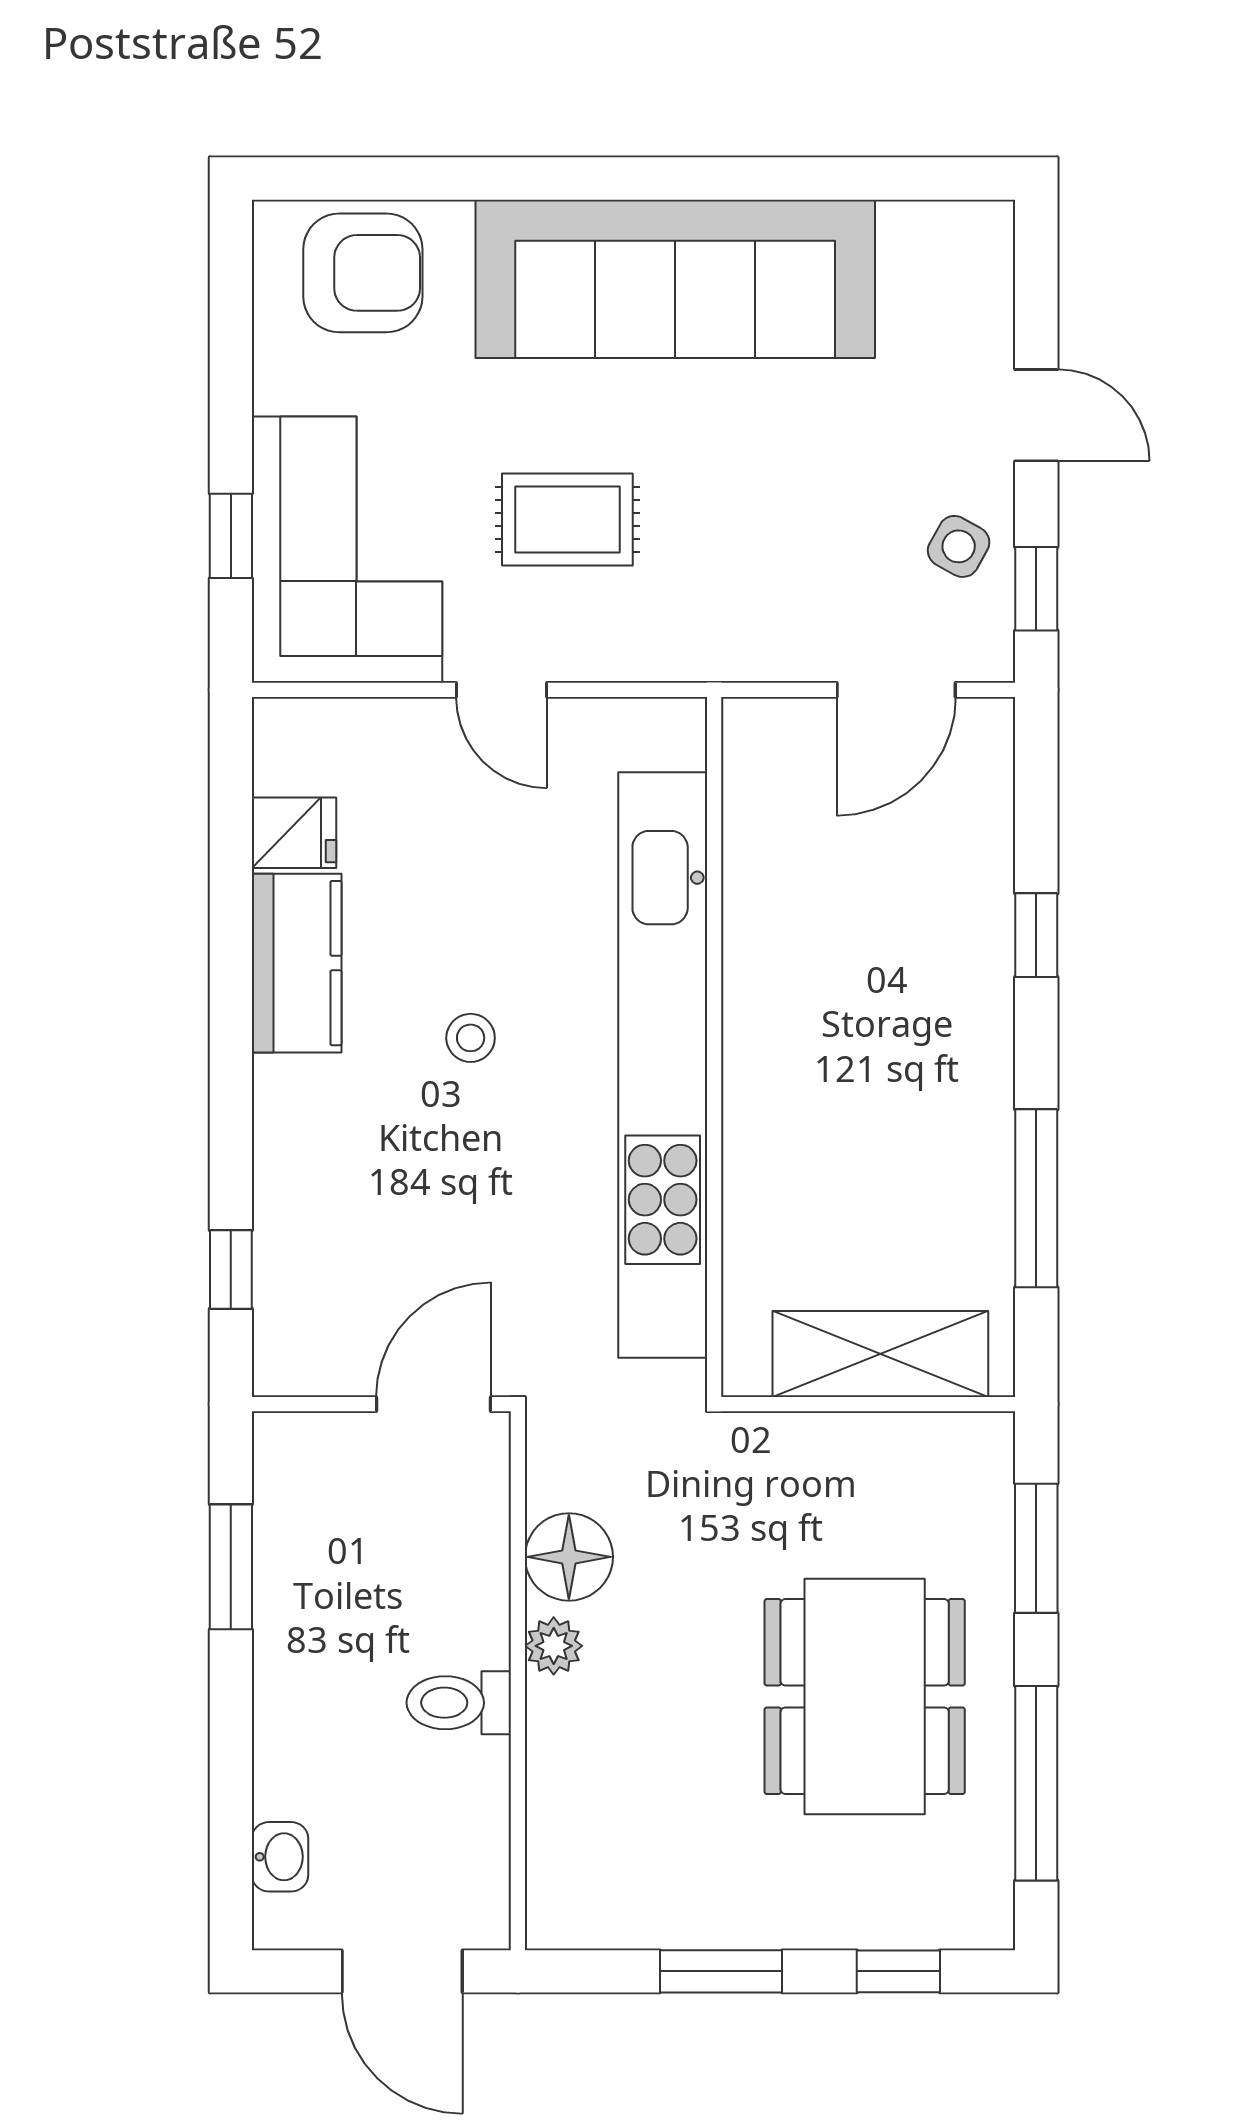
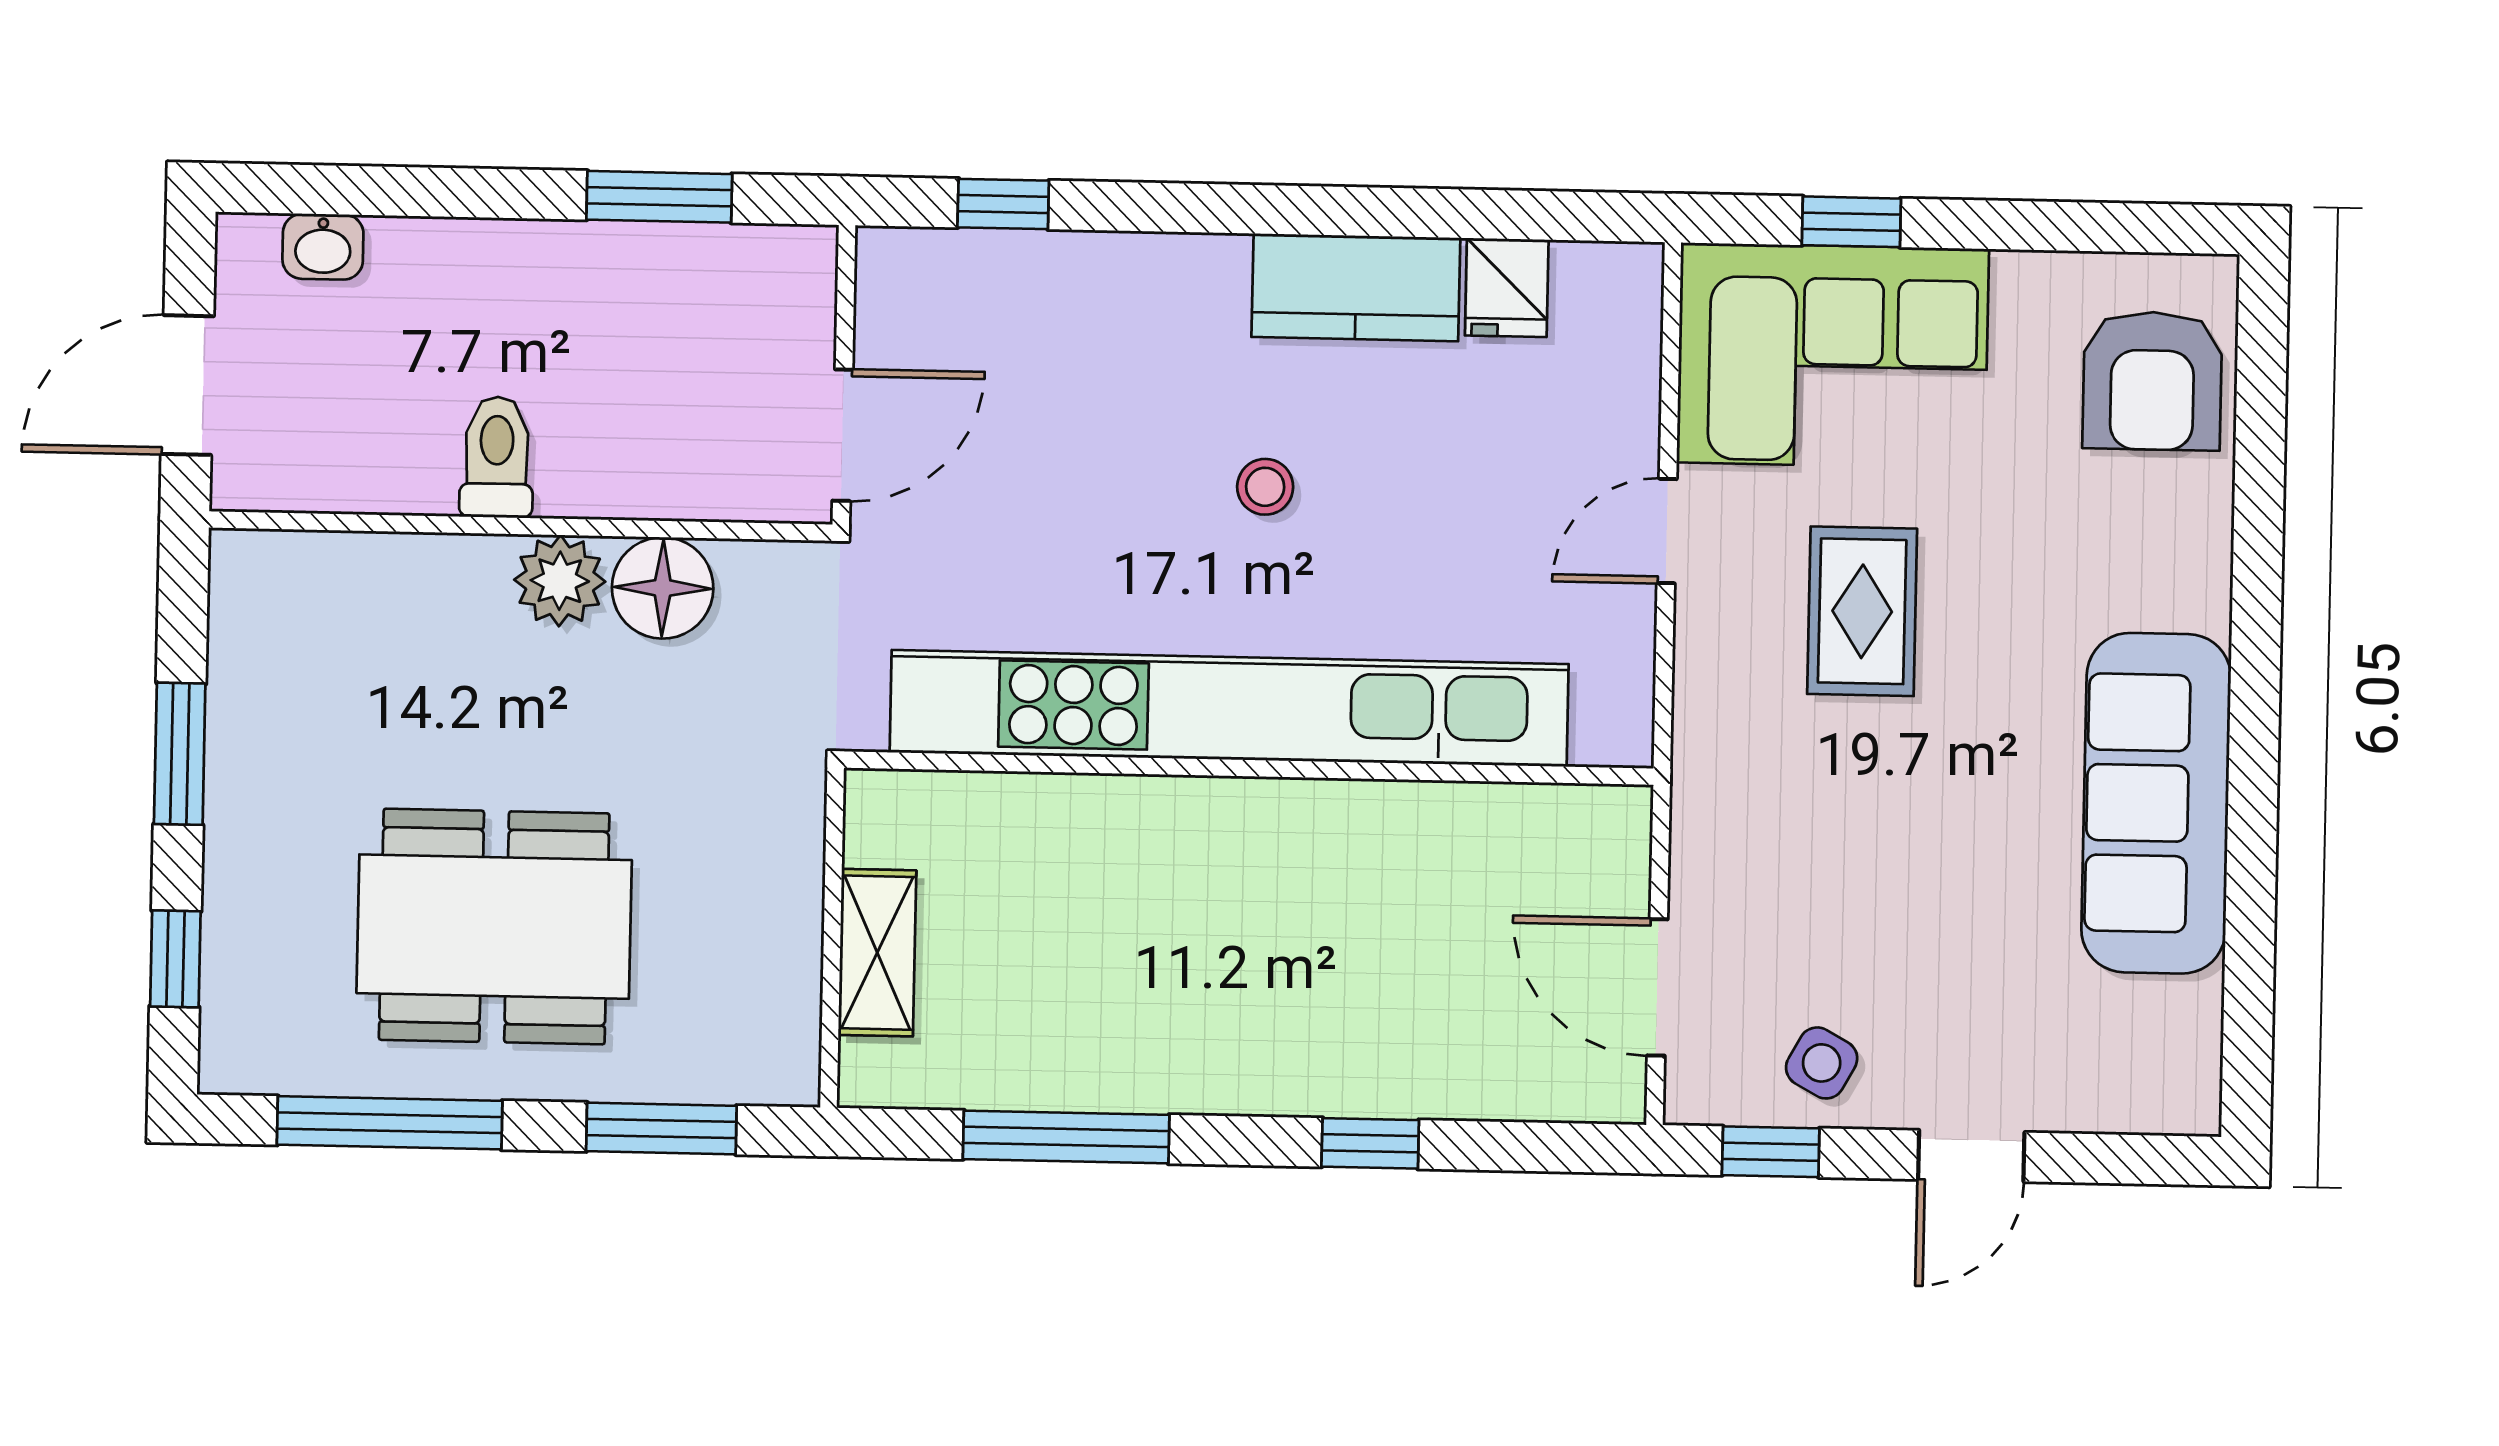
sofa: (675, 279) -> (2156, 803), width x0.74, depth x0.79
shelving: (880, 1354) -> (877, 953), width x0.67, depth x0.75
door: (434, 1404) -> (843, 435), hinge flipped
plant: (554, 1646) -> (560, 581), width x1.38, depth x1.38

